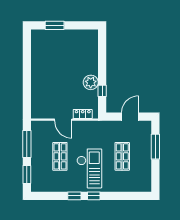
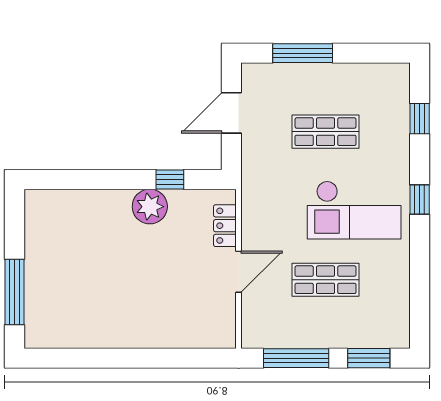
window: (55, 25) -> (15, 292), width x1.44
door: (130, 117) -> (231, 113), hinge flipped
checkout: (89, 168) -> (354, 210), turned 180
window: (74, 196) -> (420, 119), moved

